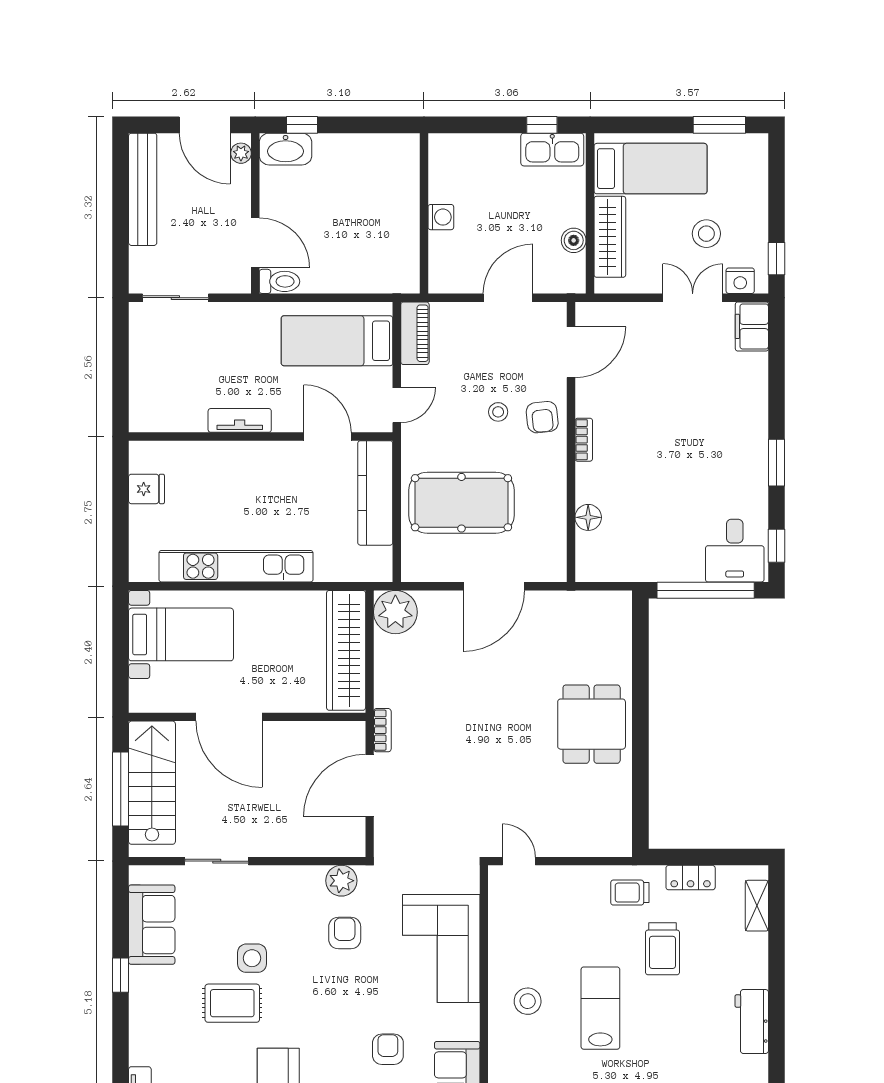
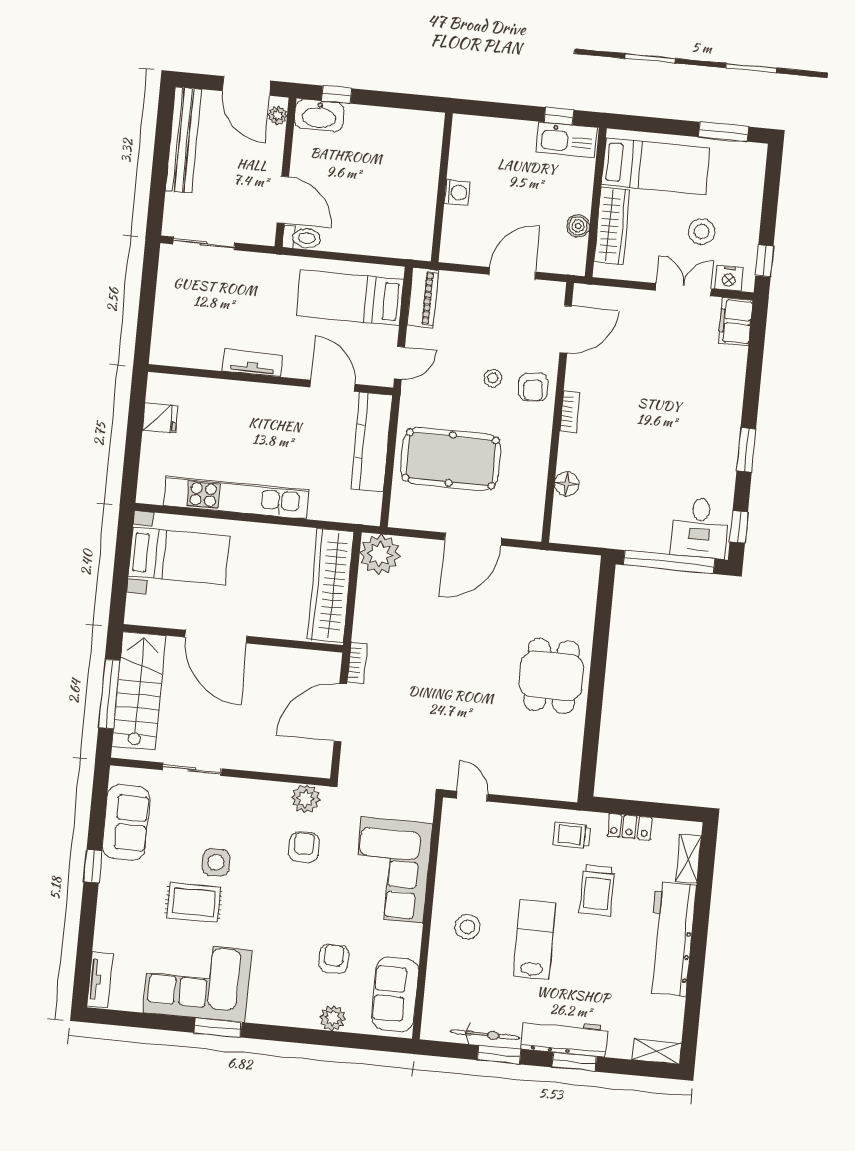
workbench: (752, 1021) -> (671, 939), width x1.88, depth x1.32

